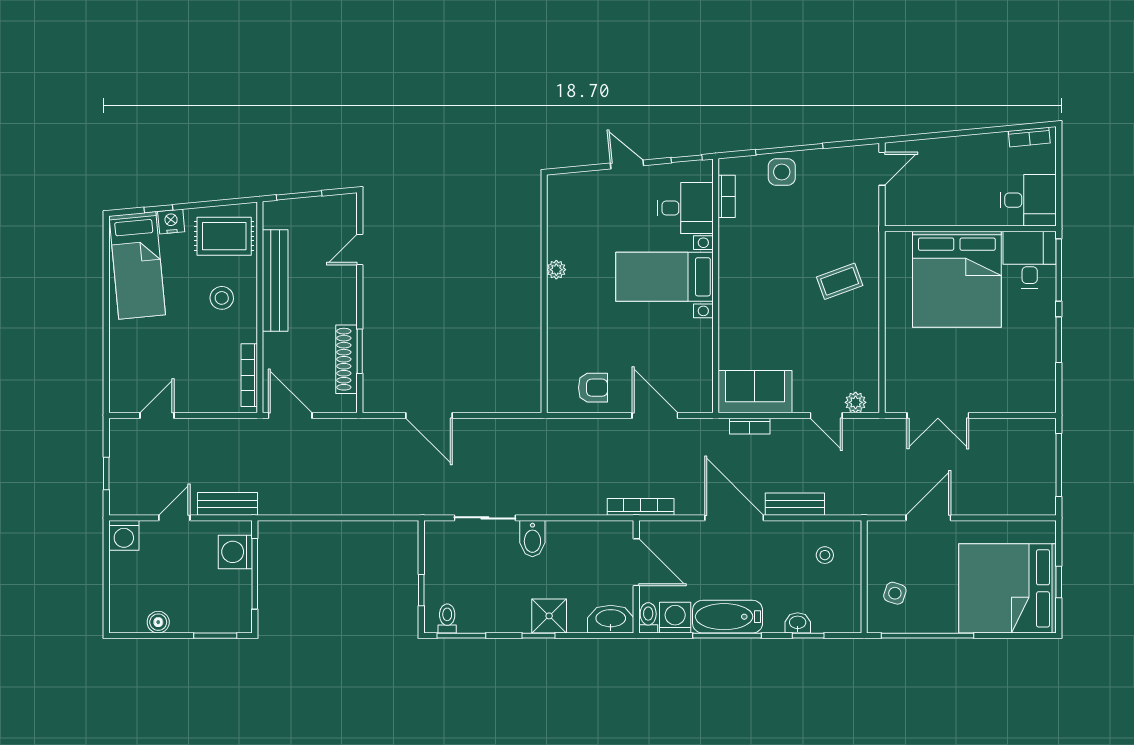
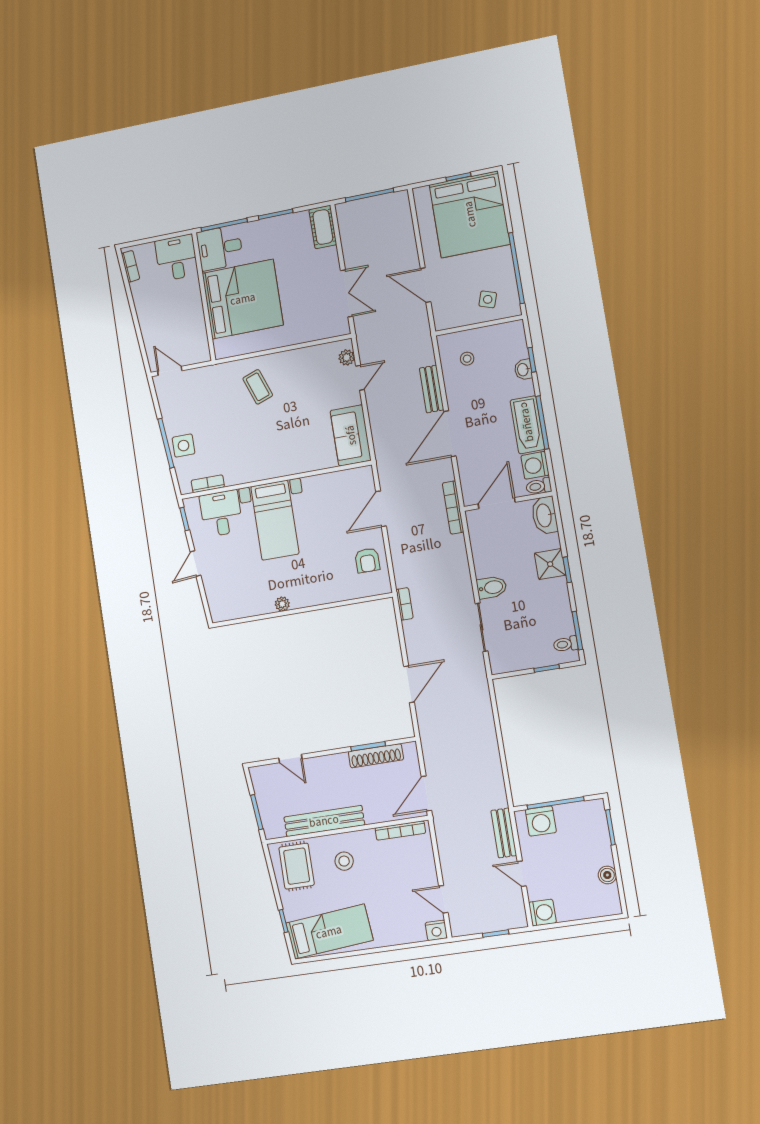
nightstand: (171, 222) -> (436, 930), moved, turned -85
armchair: (593, 388) -> (367, 560), turned 180
cot: (1030, 398) -> (323, 227), added
bookcase: (750, 426) -> (405, 604), moved

